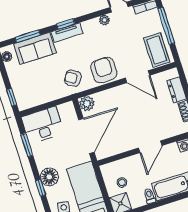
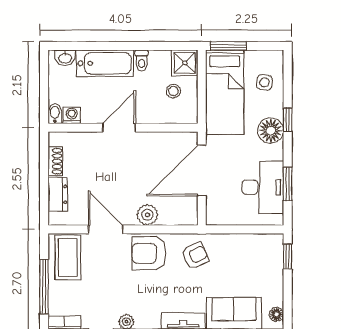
armchair: (104, 70) -> (149, 253), turned 90
armchair: (73, 78) -> (195, 256), turned -56
plant: (87, 104) -> (147, 215), moved
desk: (43, 125) -> (263, 187), moved, turned -90

